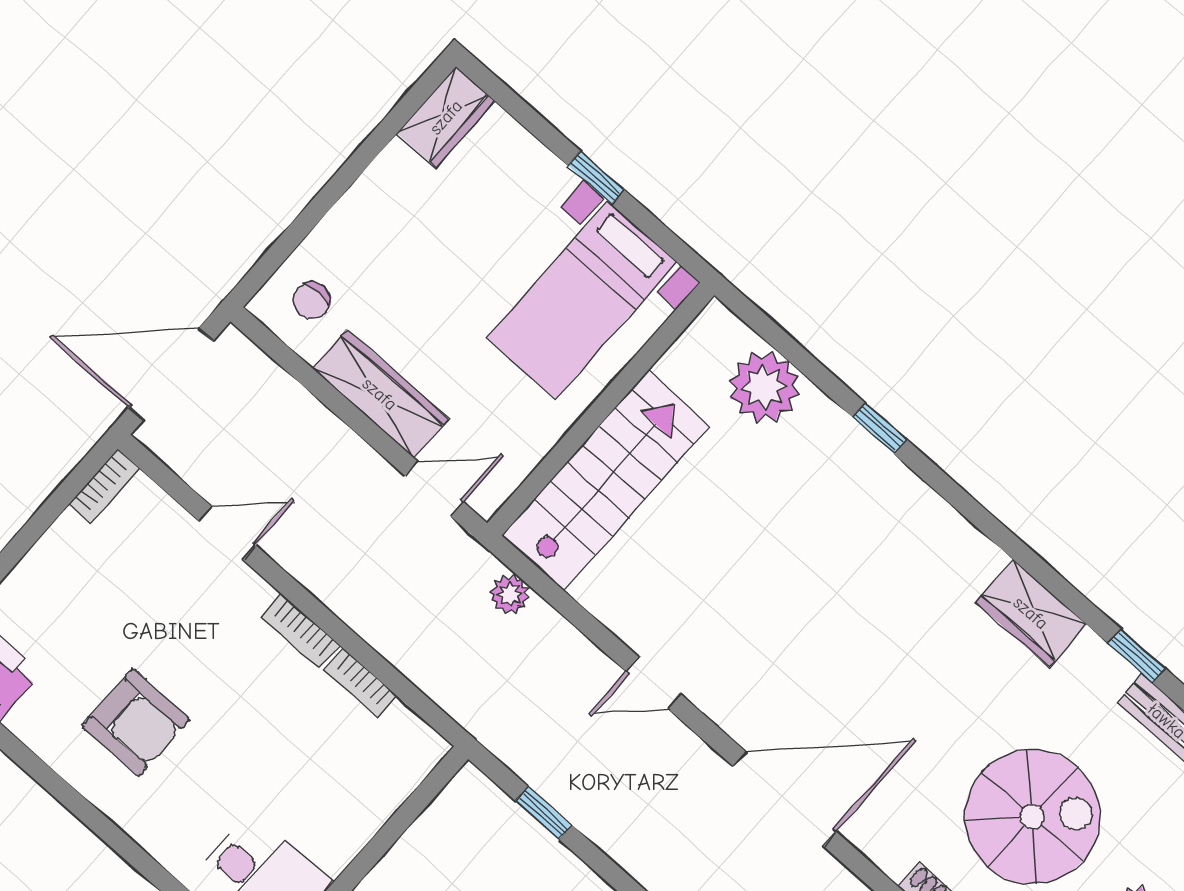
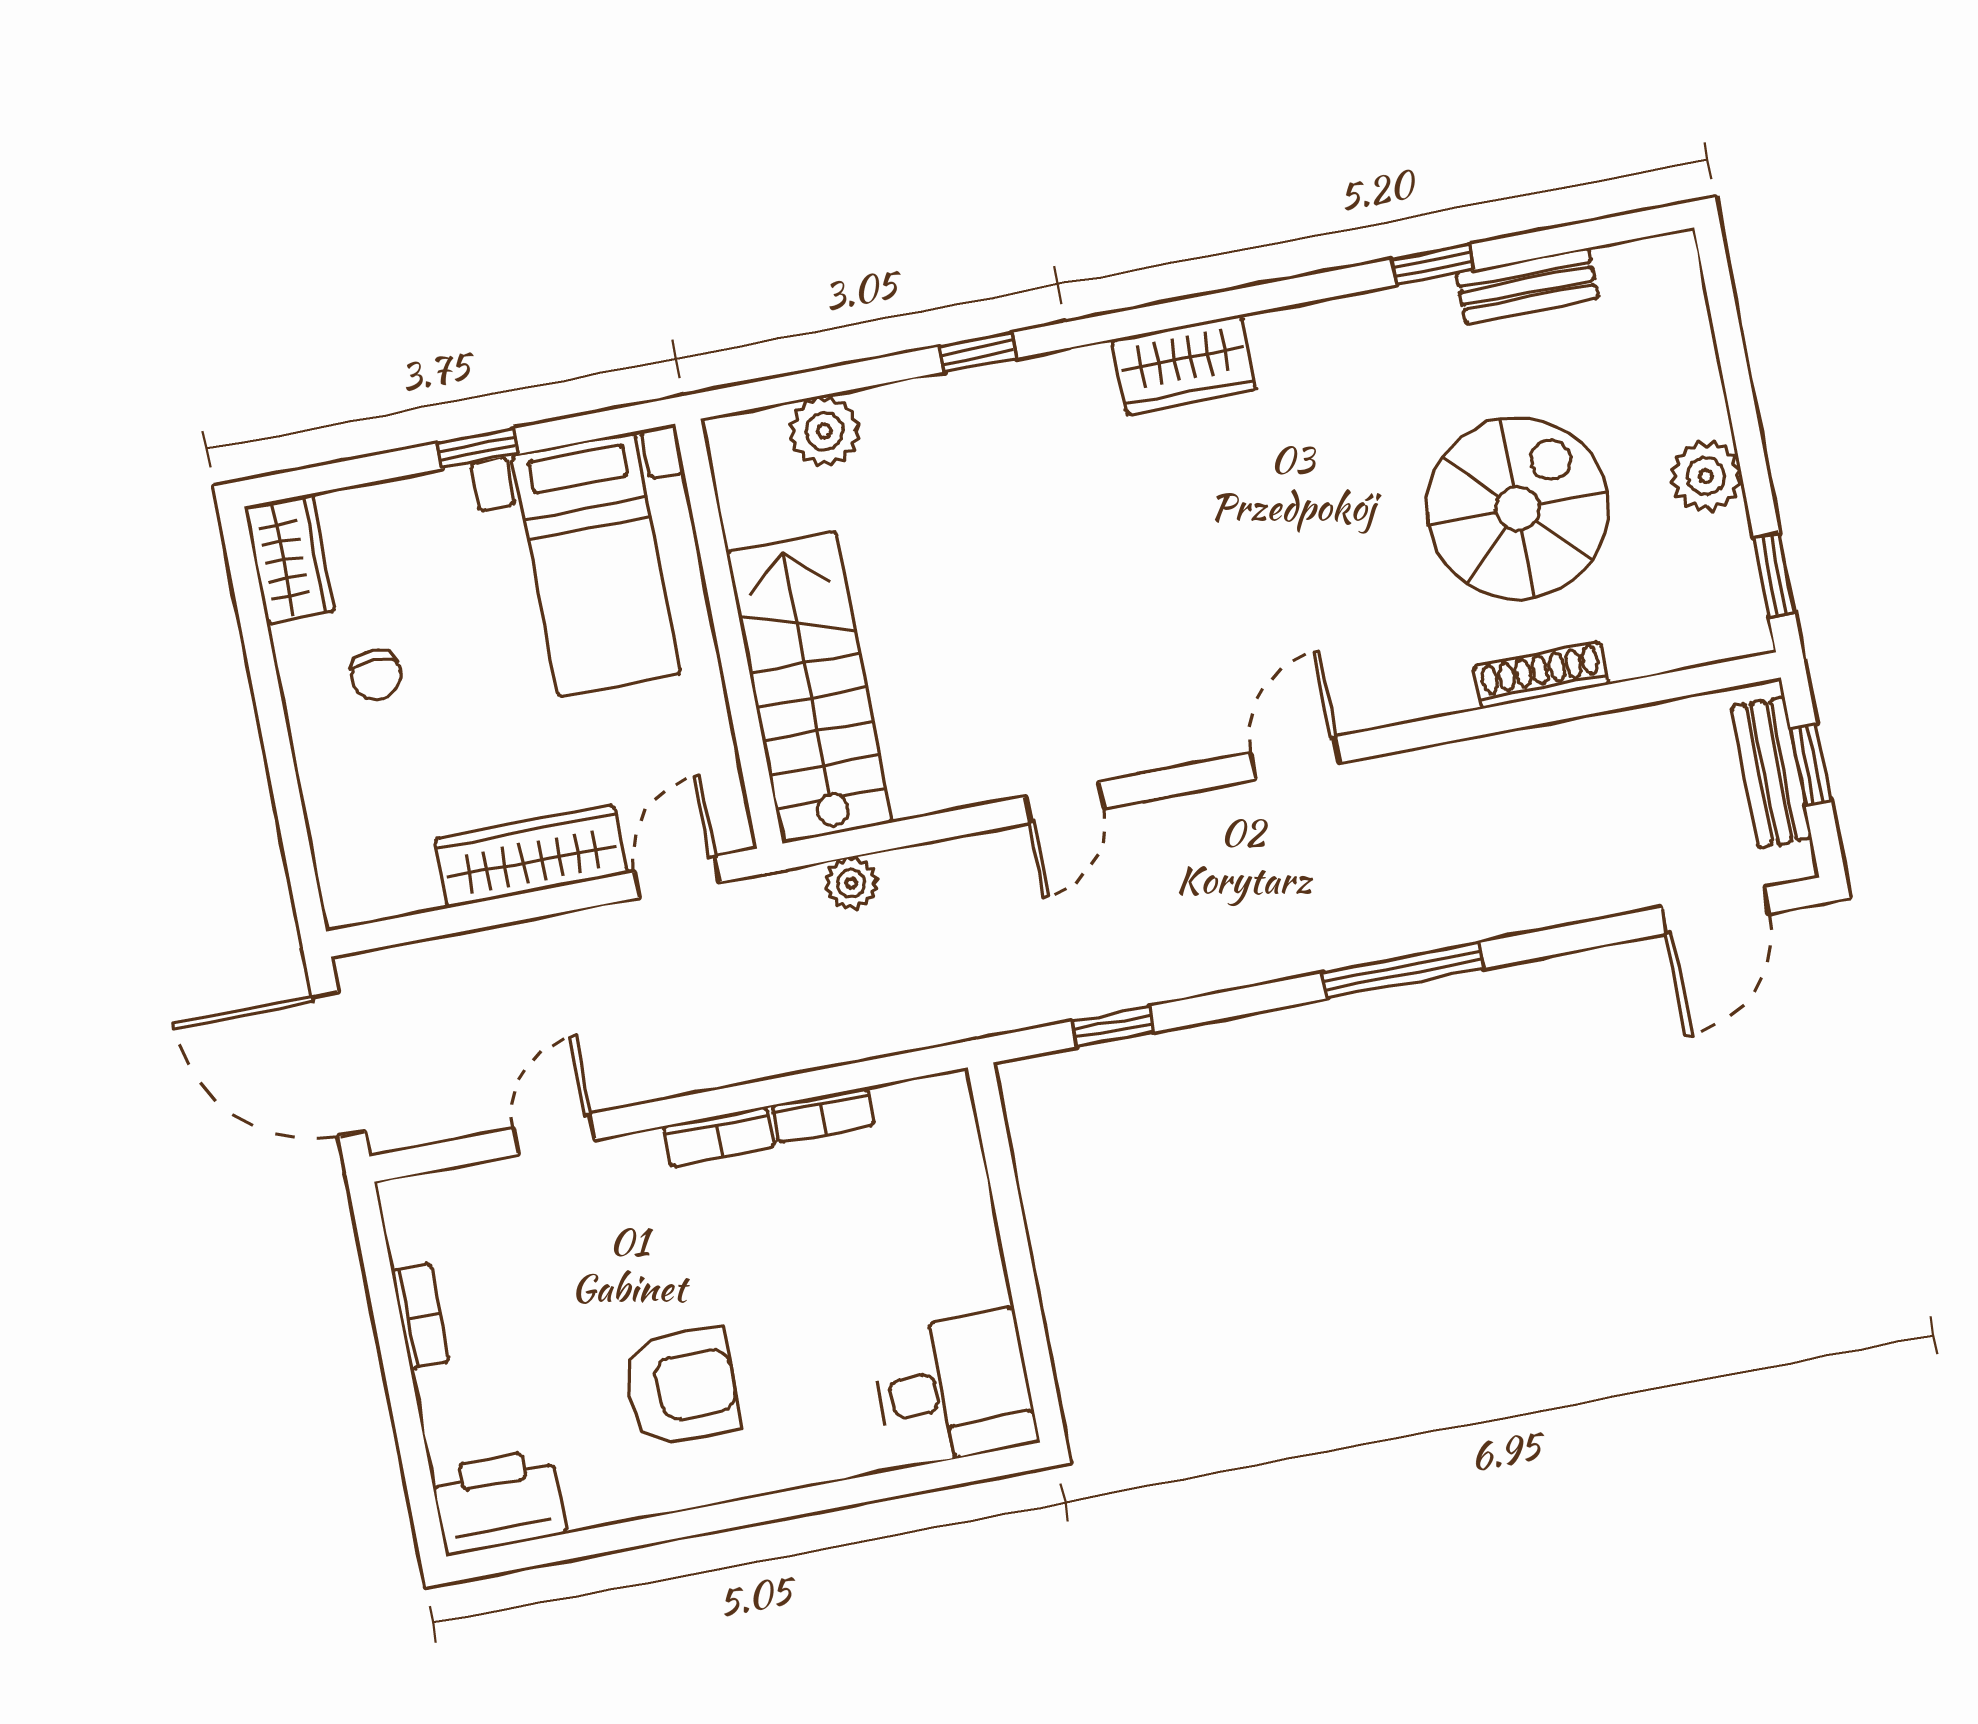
chair: (311, 300) -> (376, 675), moved
door: (171, 374) -> (338, 1064), hinge flipped
plant: (764, 387) -> (824, 431), width x0.73, depth x0.73
bookcase: (104, 487) -> (420, 1316), moved
wardrobe: (1031, 613) -> (1184, 365), moved
door: (785, 799) -> (1295, 758), width x0.53

